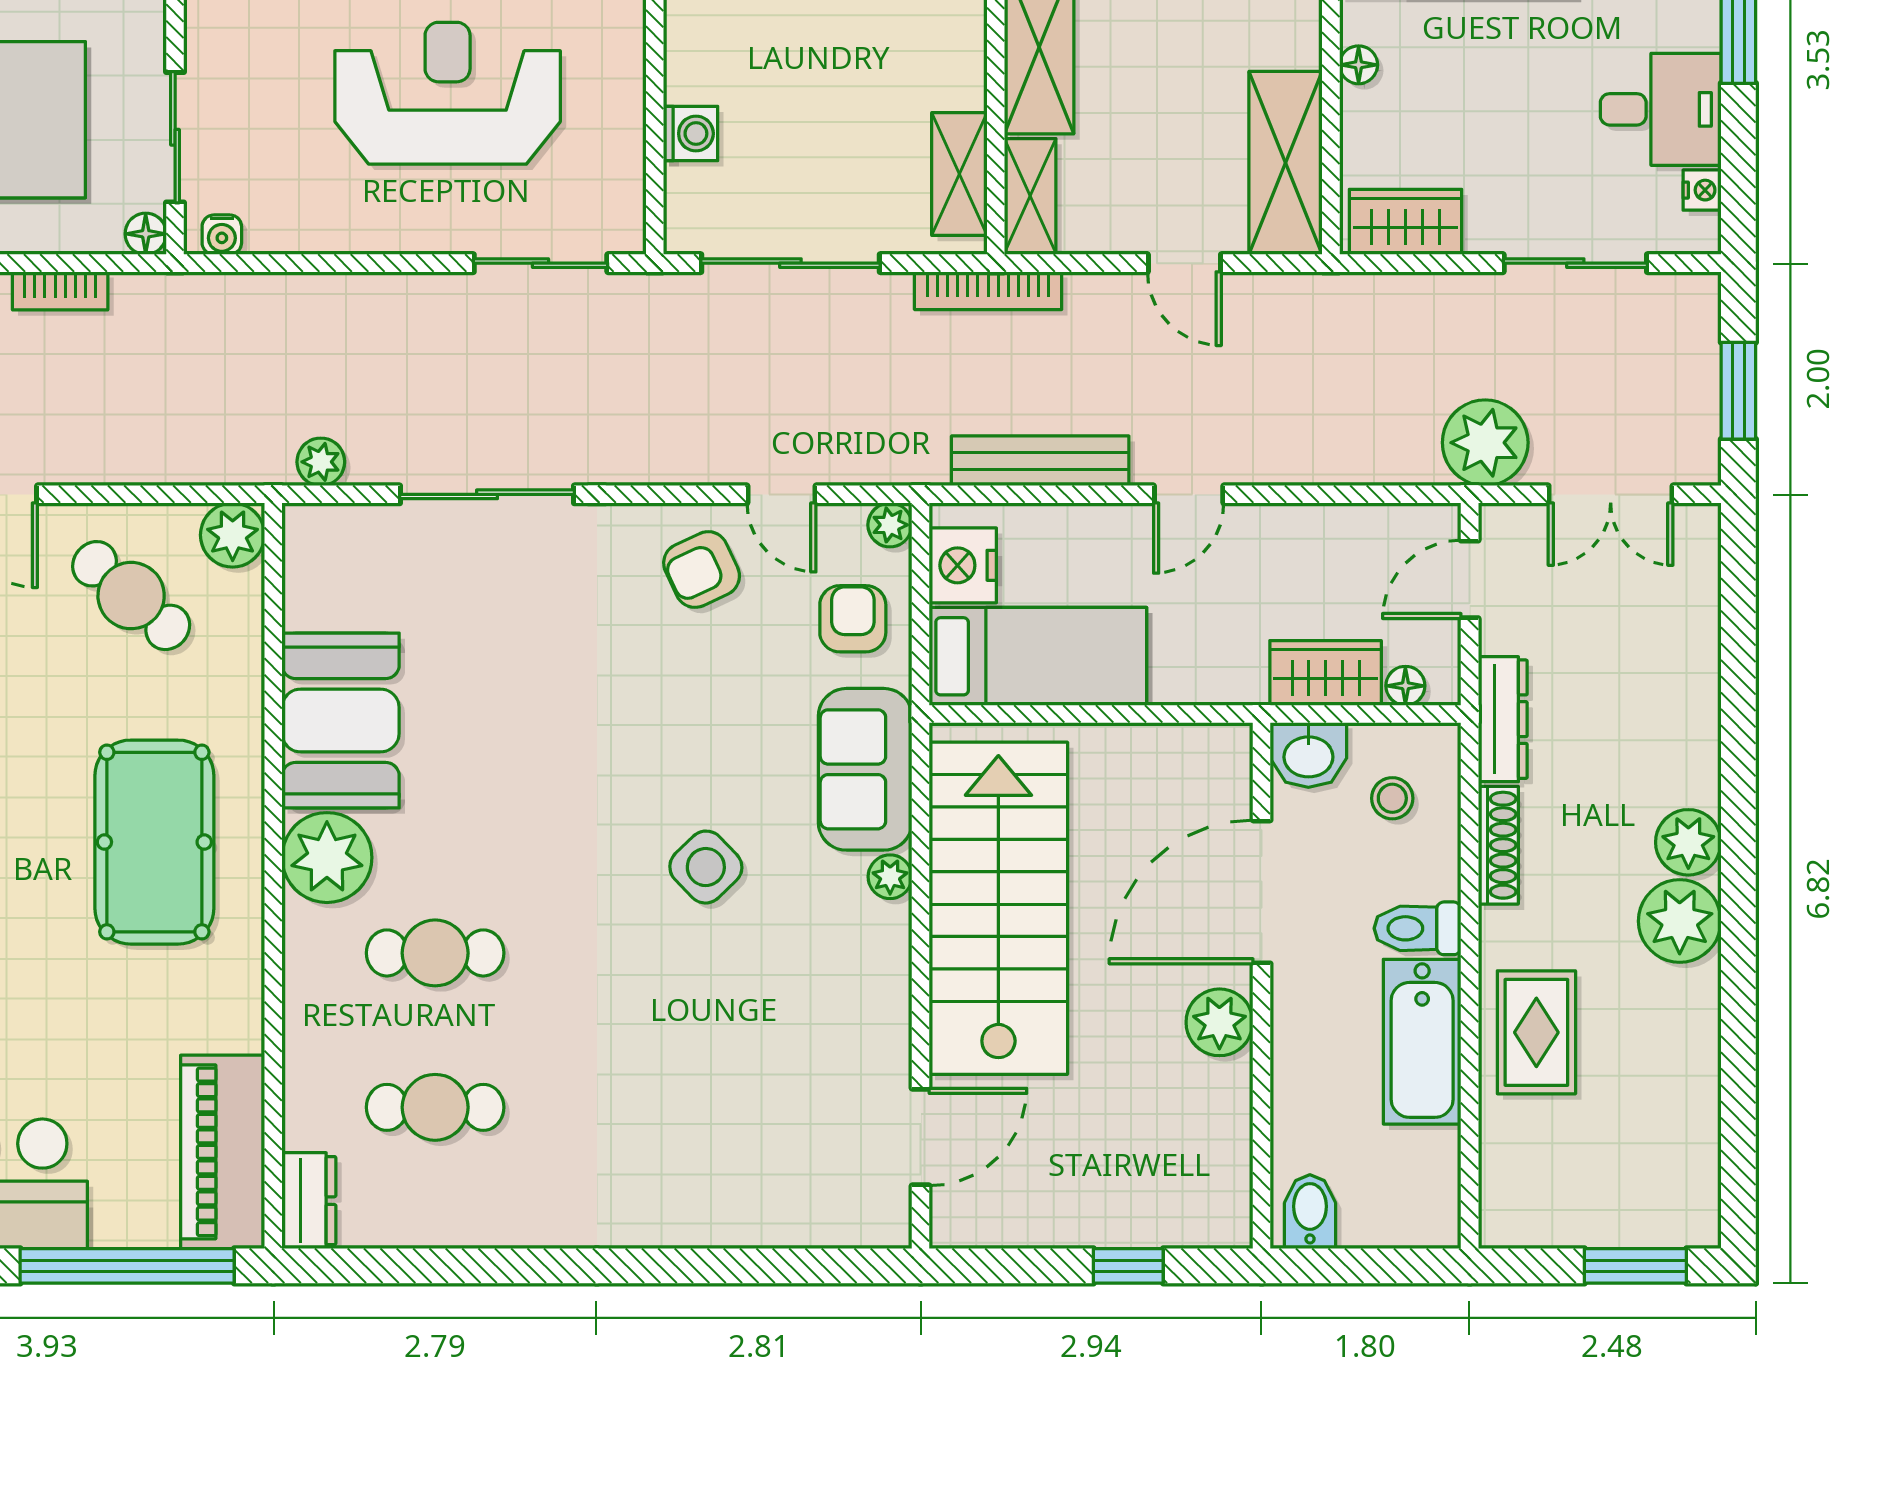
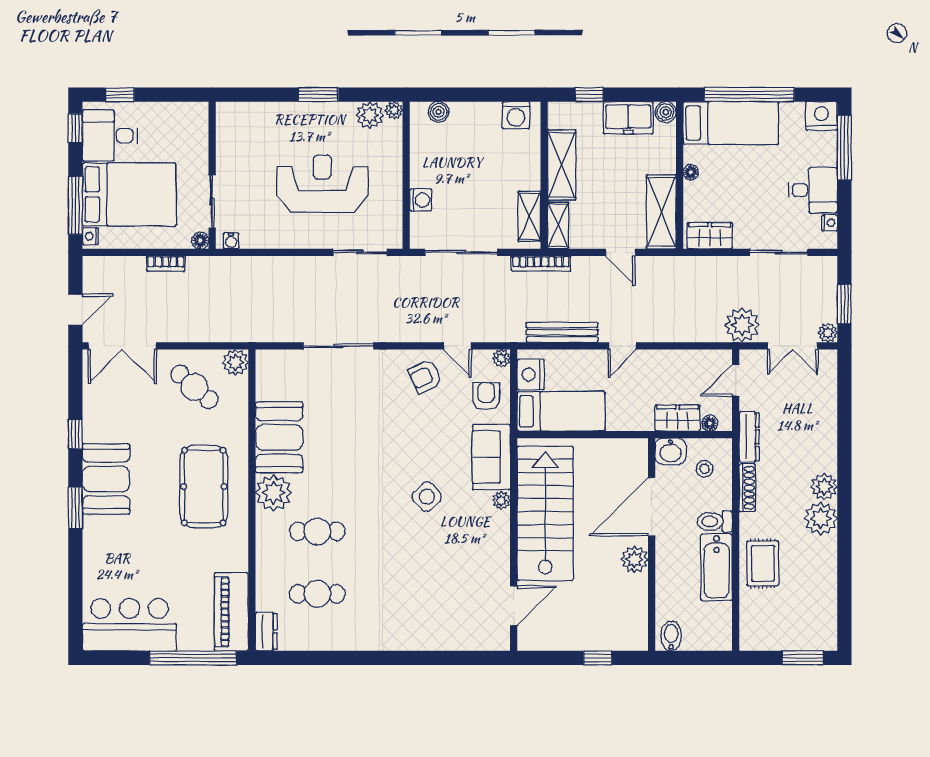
plant: (321, 462) -> (828, 333), moved

